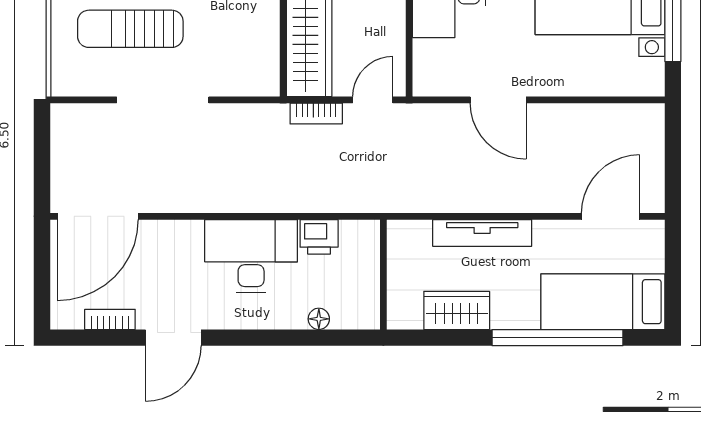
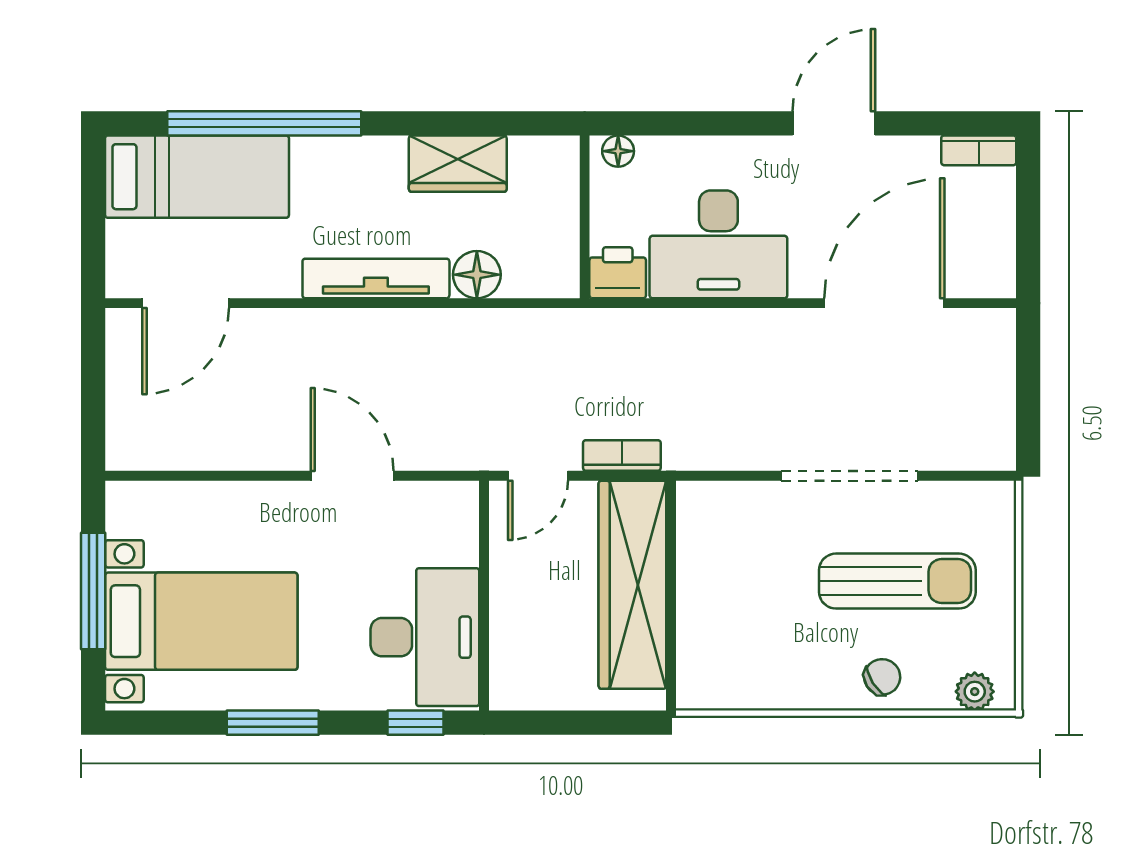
door: (98, 216) -> (884, 303), moved
floor lamp: (414, 236) -> (477, 275), added
wall: (383, 275) -> (585, 217), moved
wardrobe: (457, 310) -> (458, 164), moved
bookcase: (110, 319) -> (979, 150), moved

